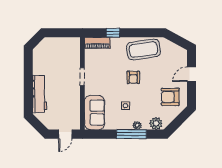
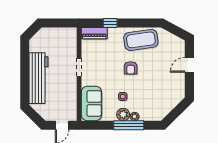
workbench: (40, 94) -> (38, 78), width x1.36, depth x1.32
armchair: (170, 97) -> (168, 88), removed
plant: (156, 123) -> (123, 115), moved

